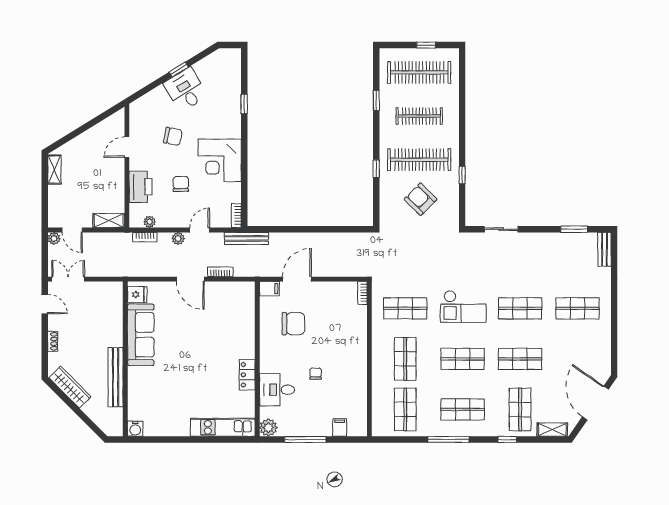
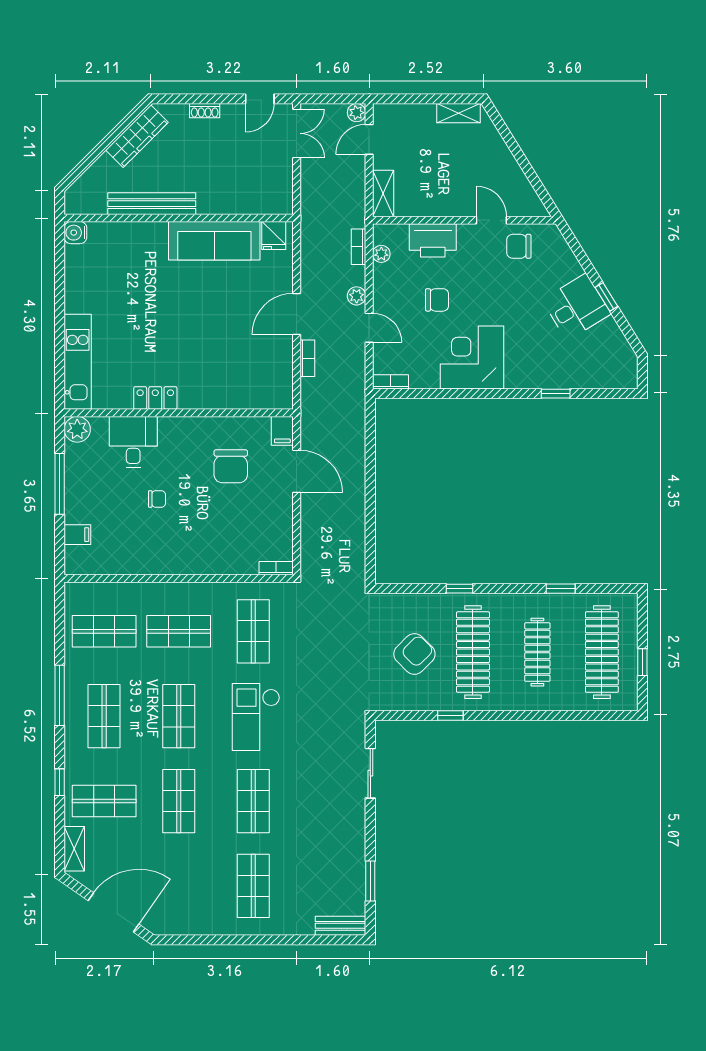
chair: (173, 136) -> (519, 246), moved, turned 79
bench: (246, 238) -> (357, 397), removed

